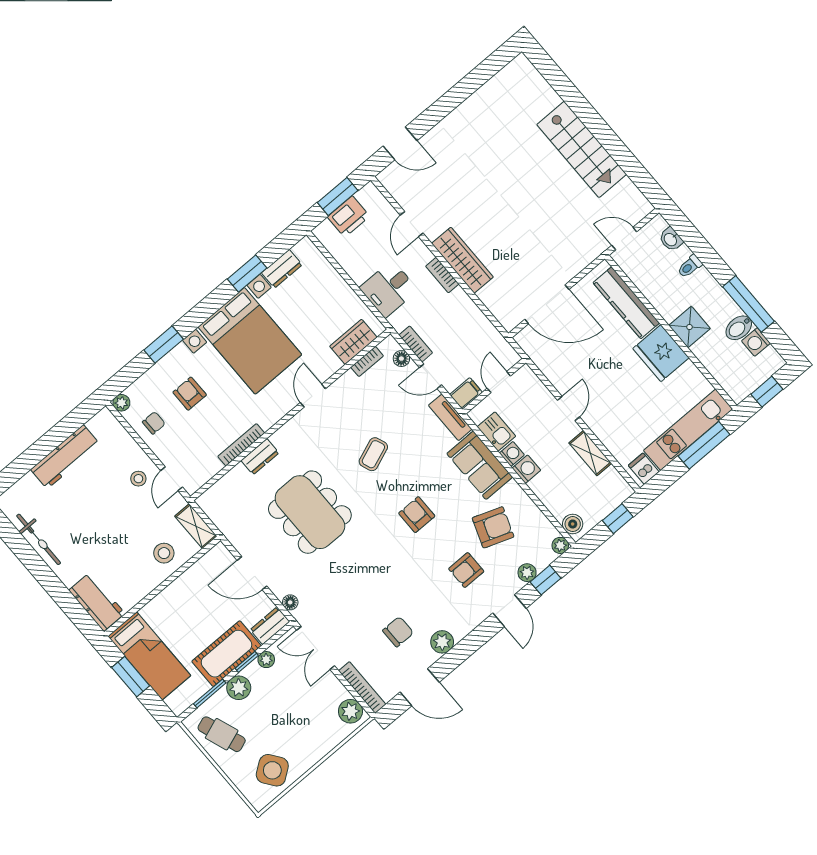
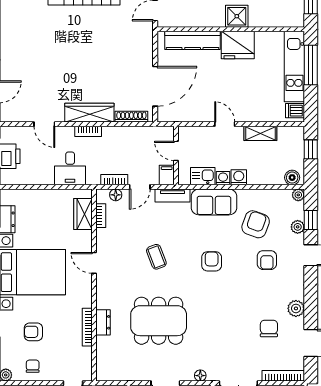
shoe rack: (495, 307) -> (131, 117), added
armchair: (417, 515) -> (212, 261), turned 90

